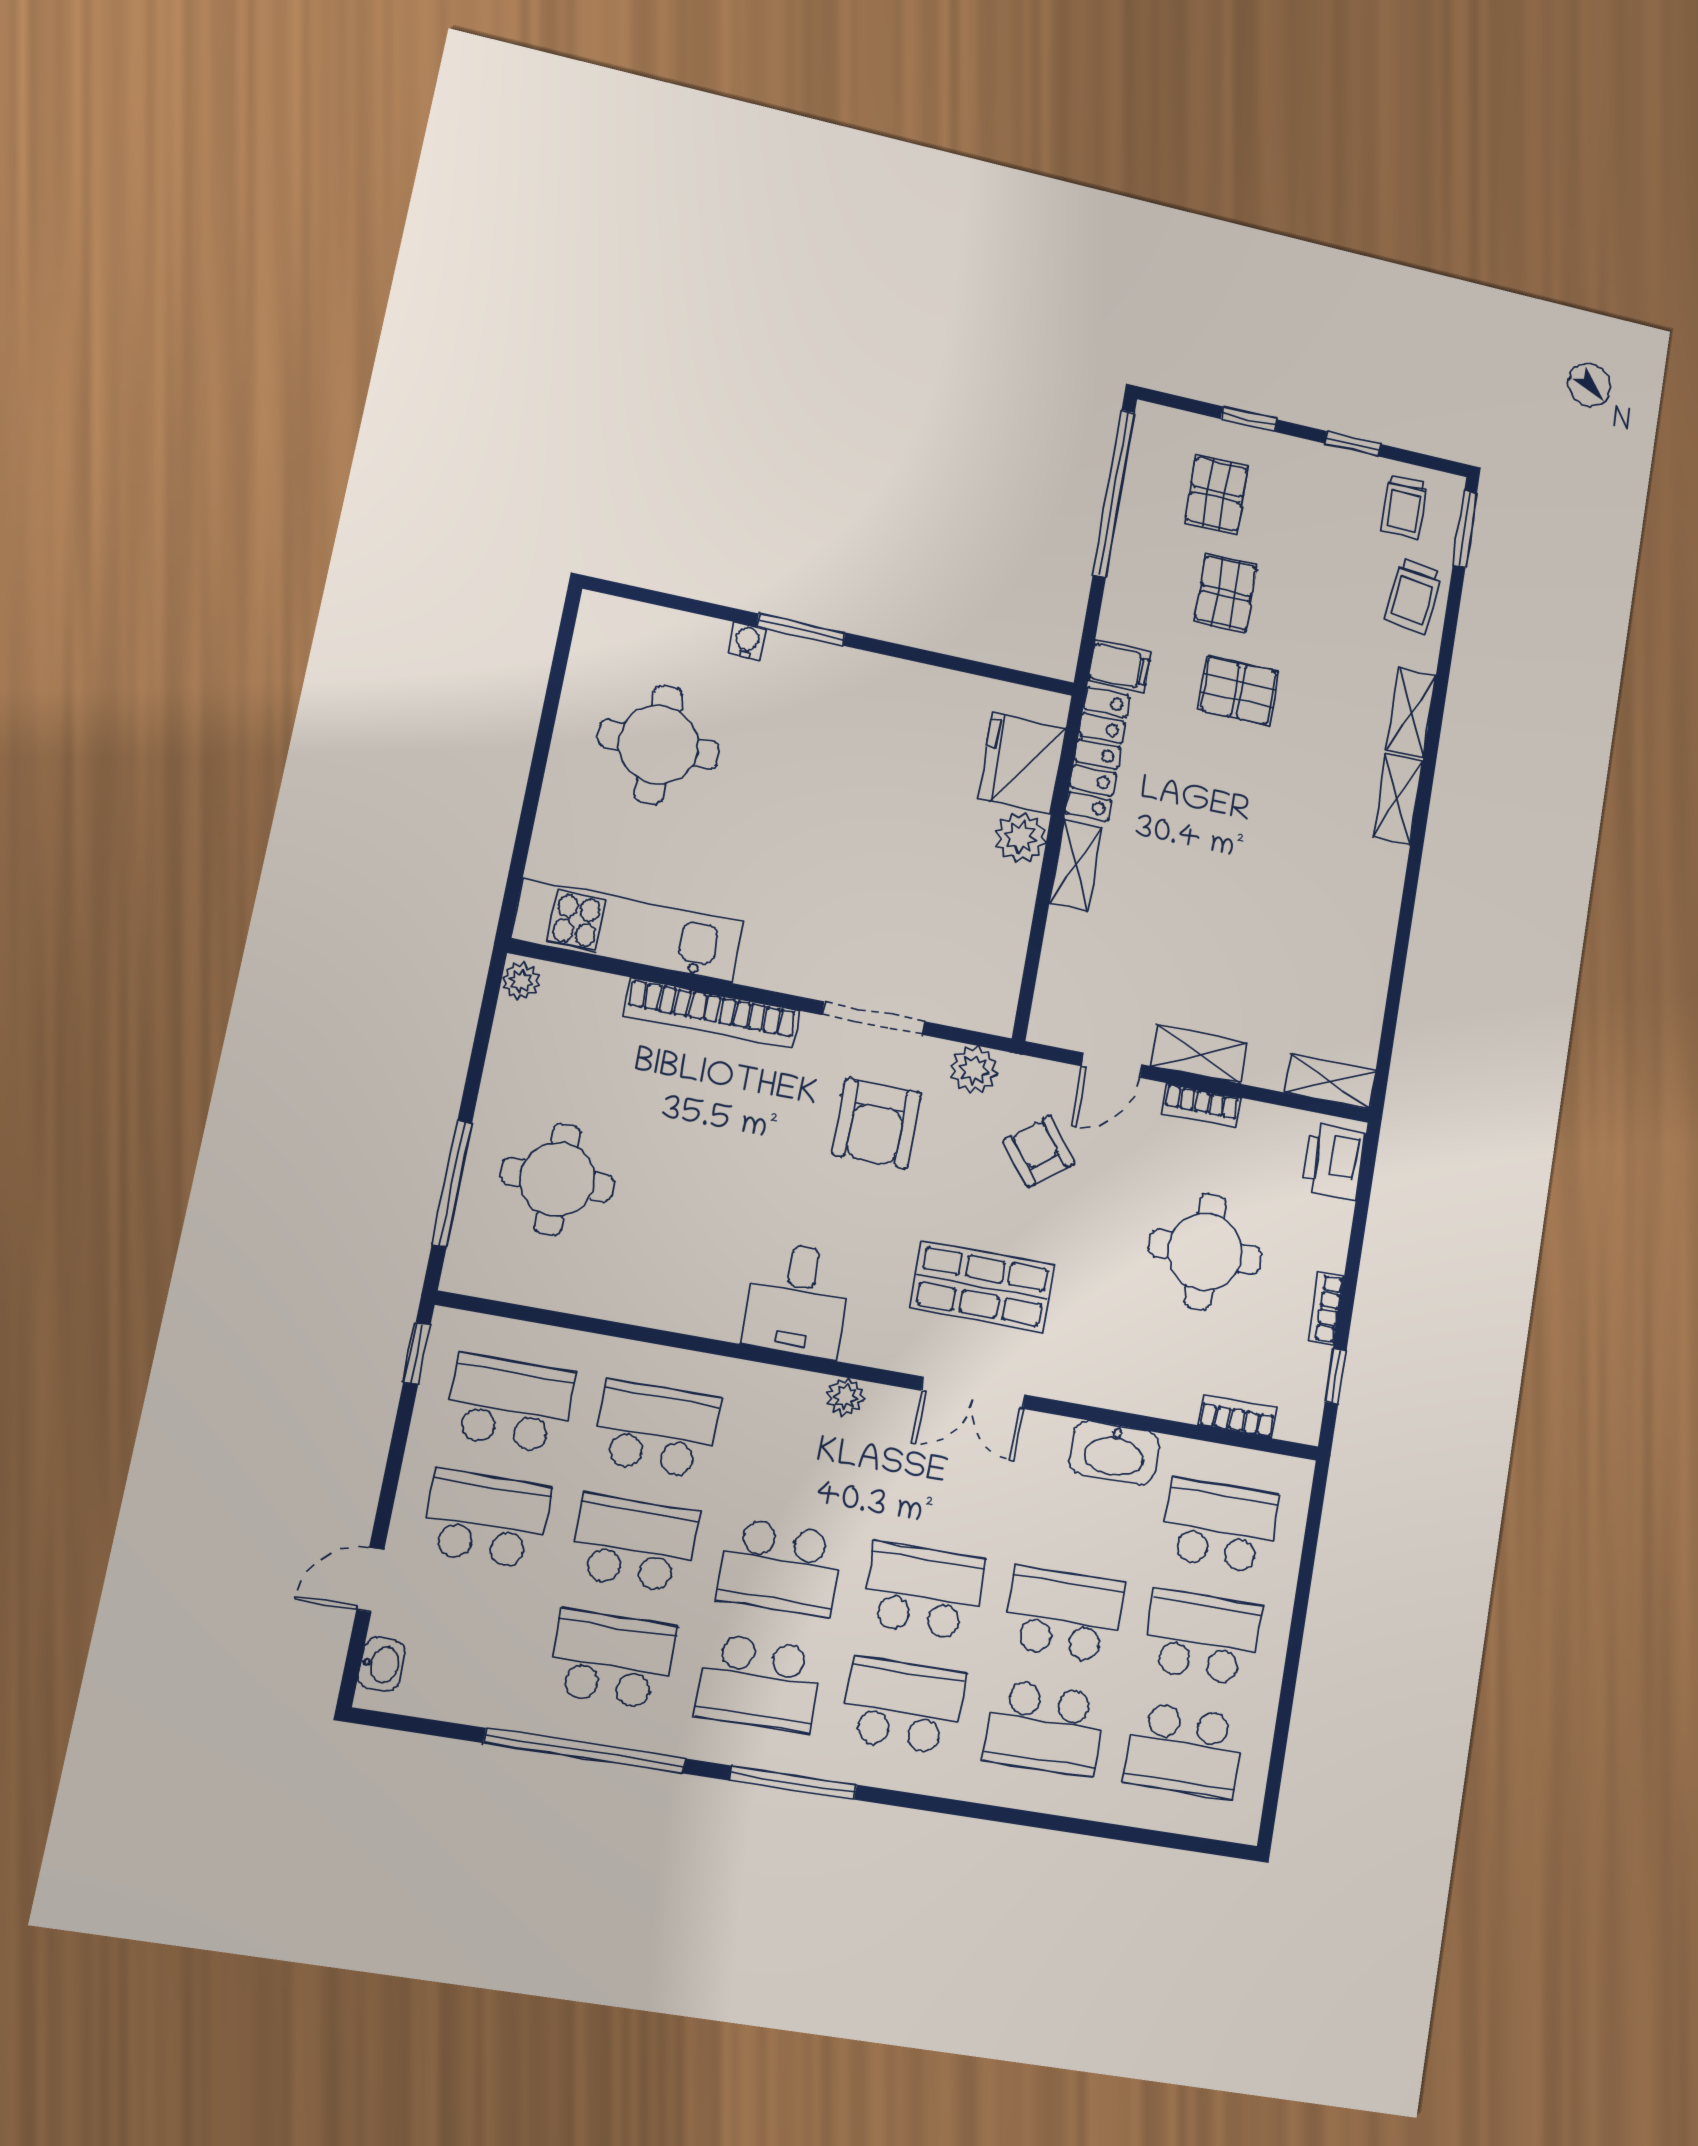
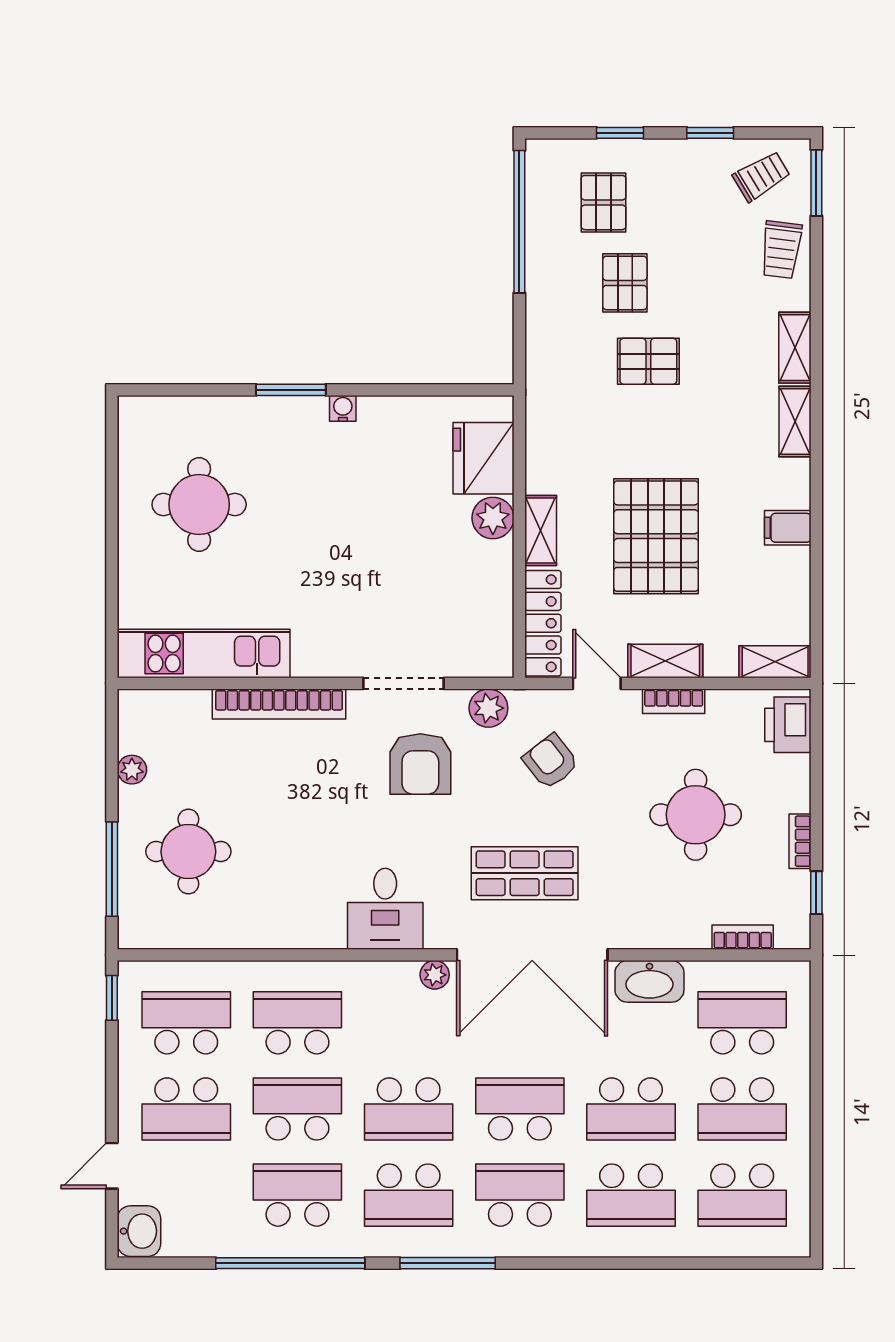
trolley: (1404, 507) -> (761, 176), turned -121
water cooler: (747, 641) -> (343, 408), moved
filing cabinet: (1119, 666) -> (788, 528), moved, turned 180
locker: (1098, 754) -> (543, 623), moved
pallet: (1213, 901) -> (656, 536), added
plant: (521, 981) -> (132, 770), moved
door: (1112, 1065) -> (597, 683), swing flipped
double door: (973, 1393) -> (532, 955), width x1.87
school desk: (486, 1519) -> (186, 1109), turned 180
school desk: (1064, 1614) -> (631, 1109), turned 180
school desk: (1202, 1637) -> (742, 1109), turned 180
washbasin: (382, 1664) -> (139, 1231), width x1.38, depth x1.45

